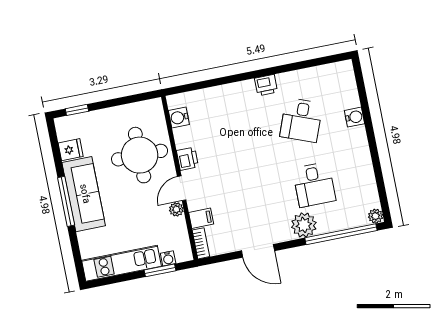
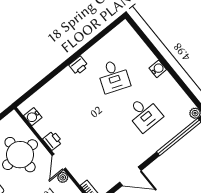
water cooler: (354, 117) -> (158, 69), moved
filing cabinet: (201, 218) -> (82, 175), removed
plant: (304, 225) -> (151, 144), removed

